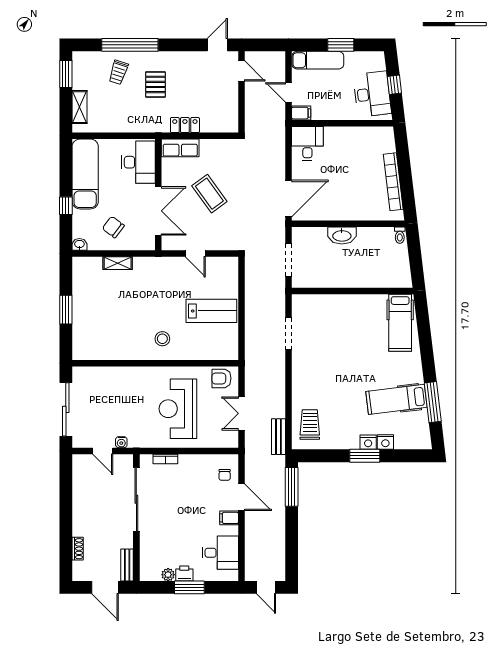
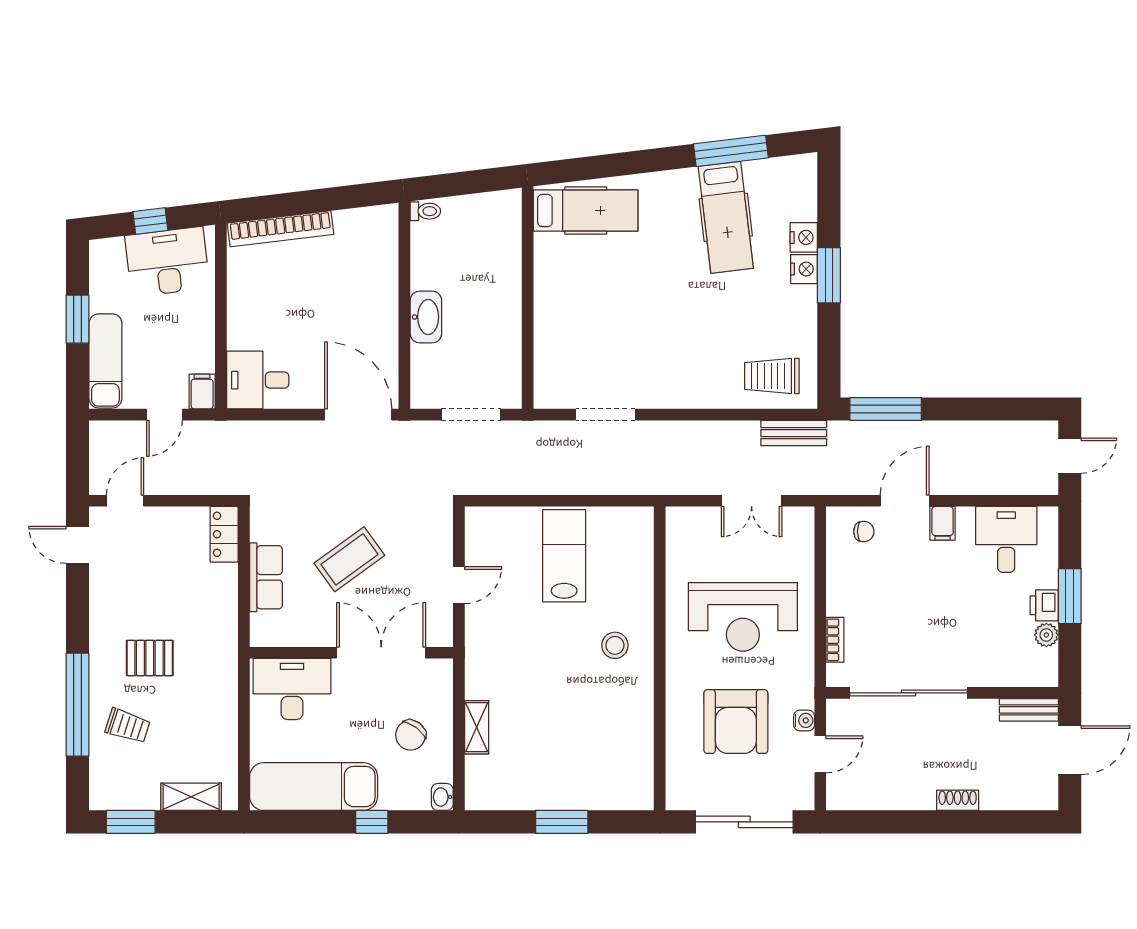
locker: (185, 125) -> (224, 534), moved
row of seats: (180, 148) -> (266, 577), moved
bookcase: (393, 182) -> (281, 229), moved
armchair: (221, 378) -> (736, 722), moved, width x1.88, depth x1.88
shoe rack: (78, 549) -> (958, 800), moved

